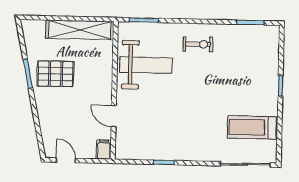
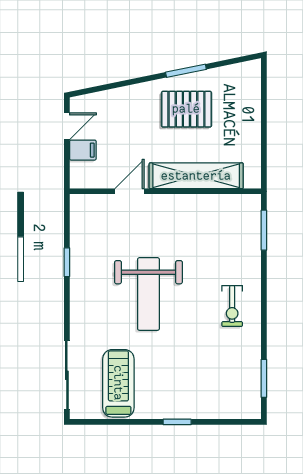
shelving: (80, 30) -> (196, 176), moved, turned 90
weight bench: (146, 65) -> (148, 294), moved
pallet: (55, 74) -> (186, 109), turned 90
filing cabinet: (104, 150) -> (83, 150), moved

